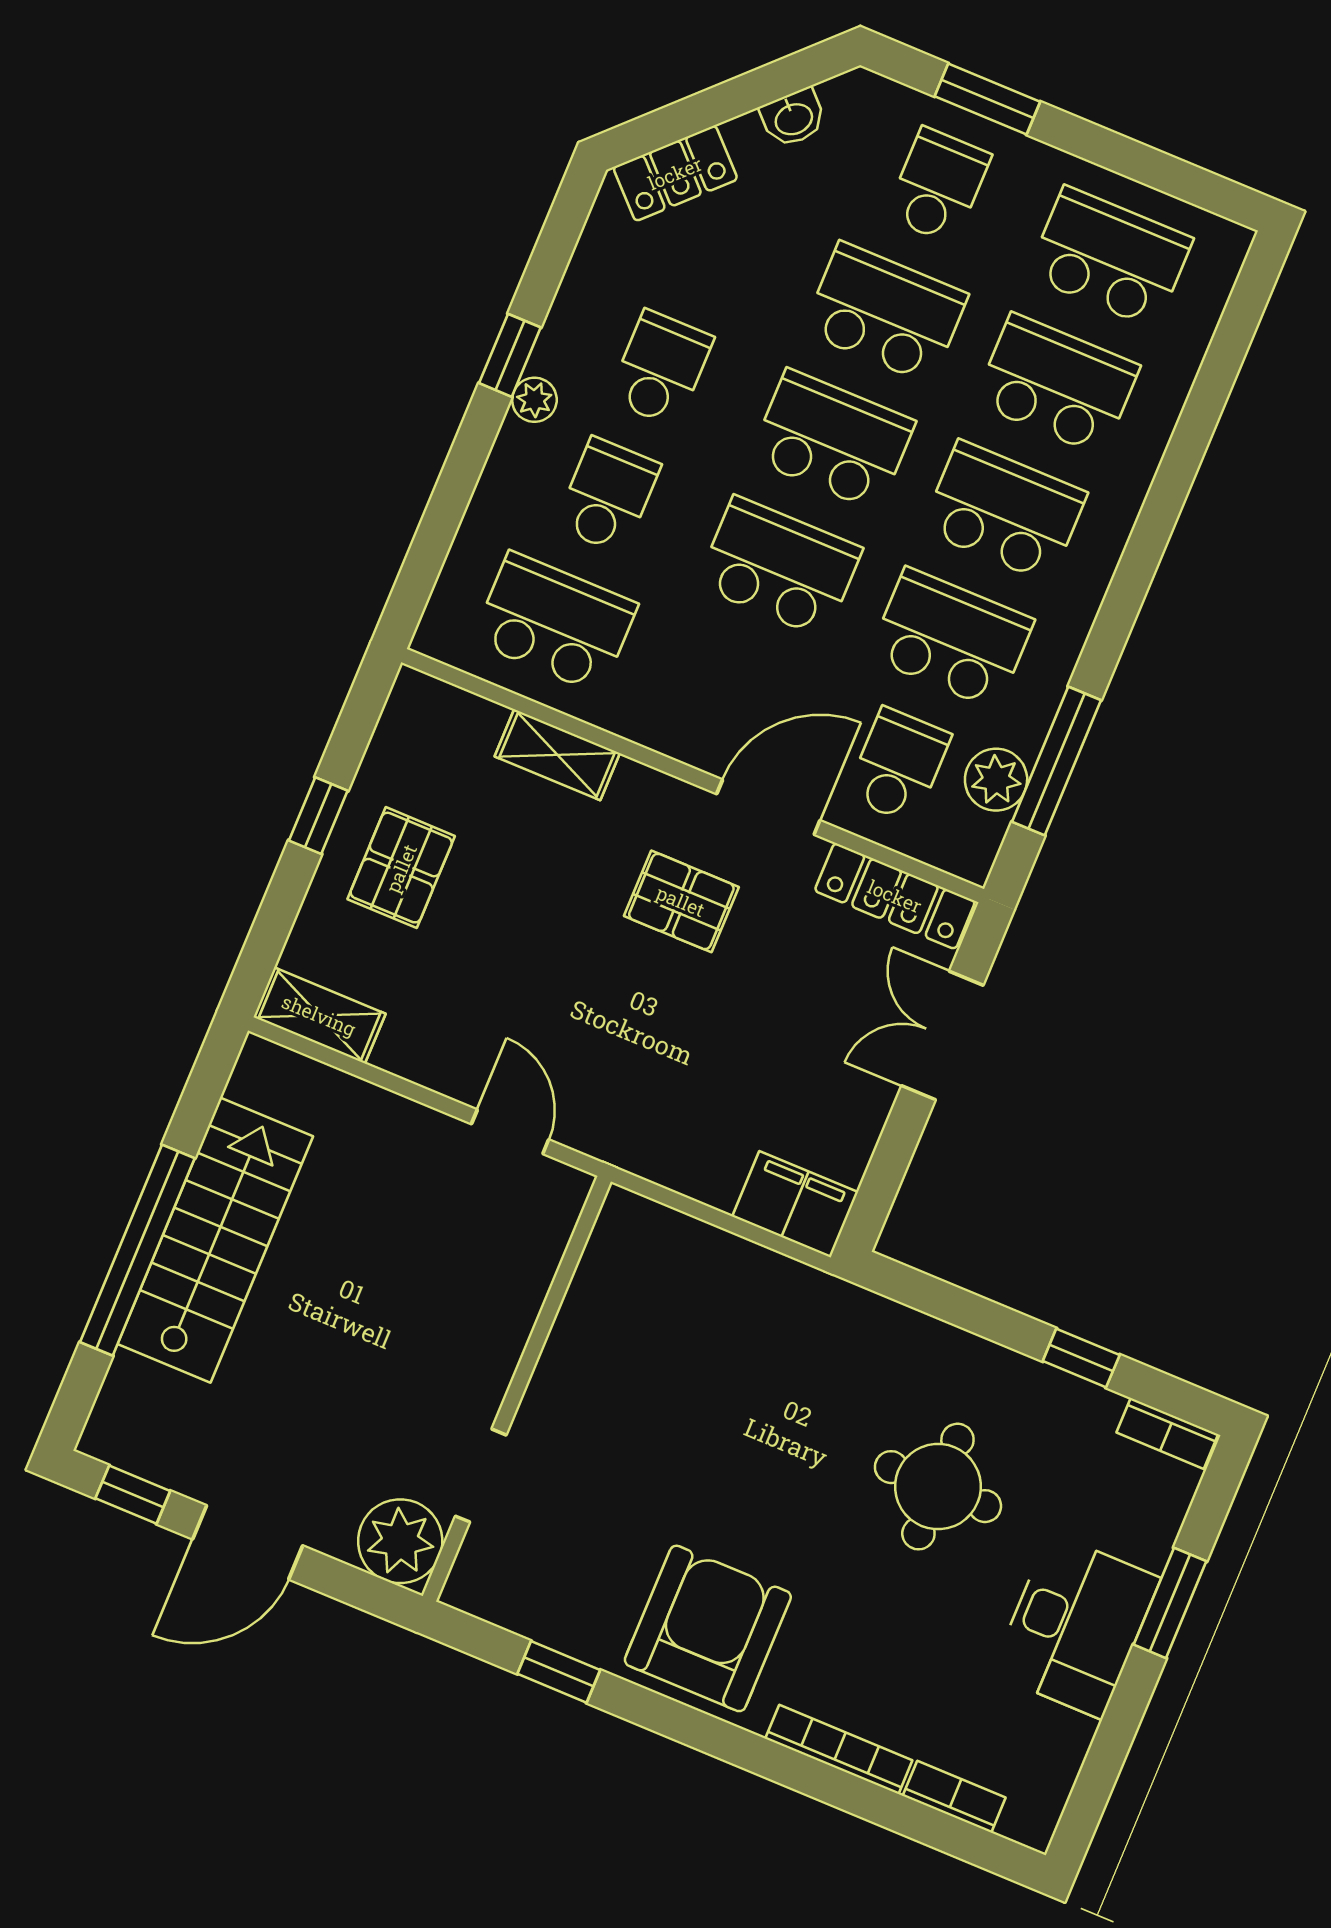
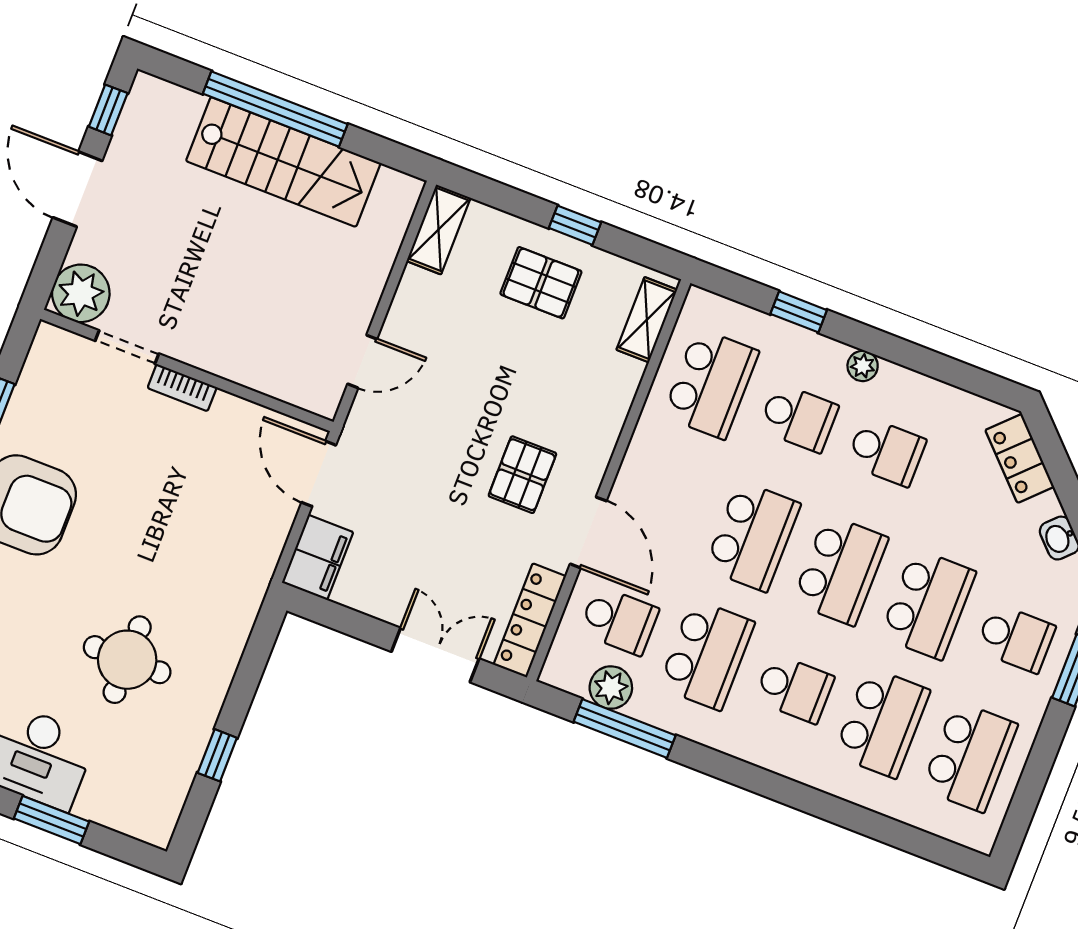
window: (510, 355) -> (799, 312), moved
school desk: (1004, 511) -> (794, 689), width x0.54
shelving: (557, 755) -> (647, 320), moved
door: (673, 1199) -> (319, 474), added
bookcase: (1167, 1433) -> (182, 388), moved, turned -90

